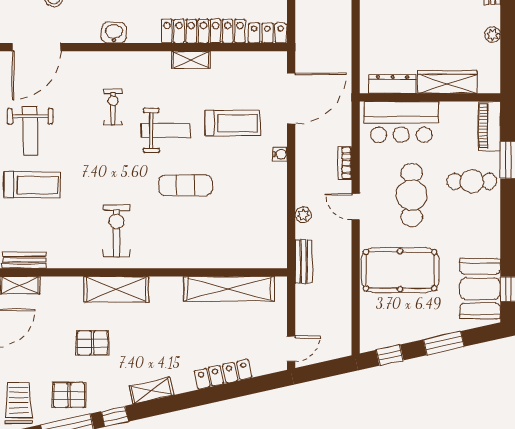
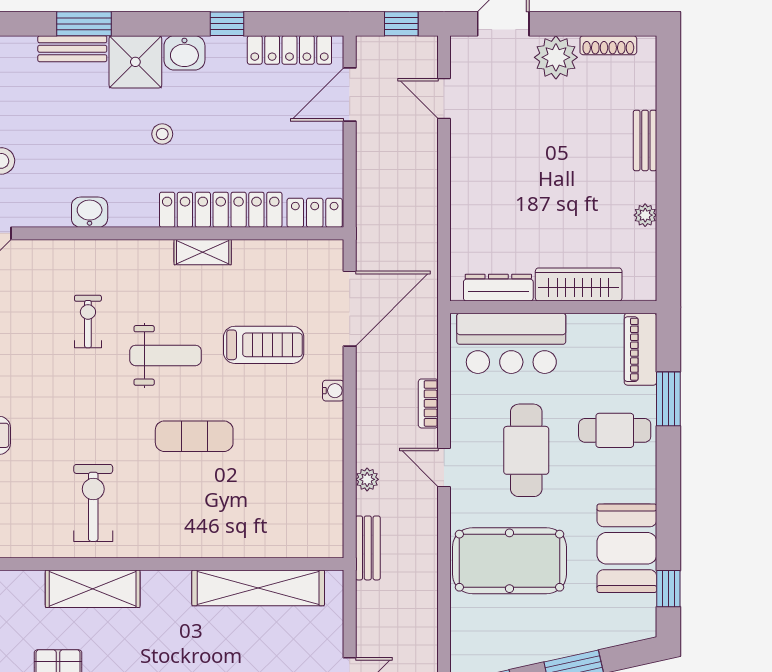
booth: (480, 289) -> (627, 548), moved

